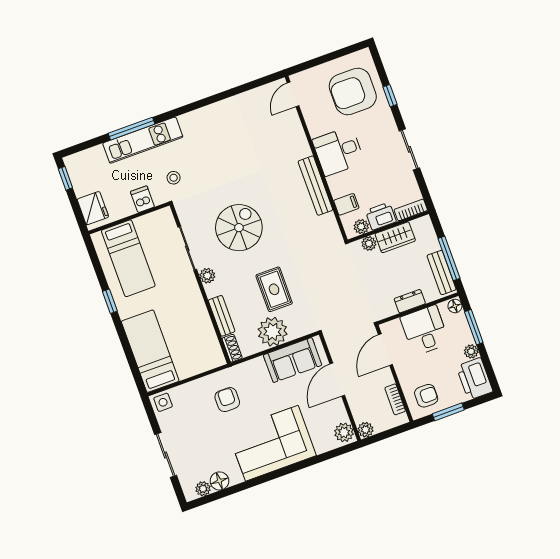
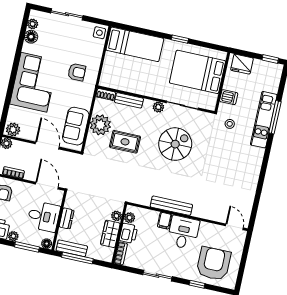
filing cabinet: (346, 204) -> (165, 221), moved
spiral stairs: (239, 228) -> (175, 144), turned -90
bed: (128, 258) -> (197, 72), width x1.50

